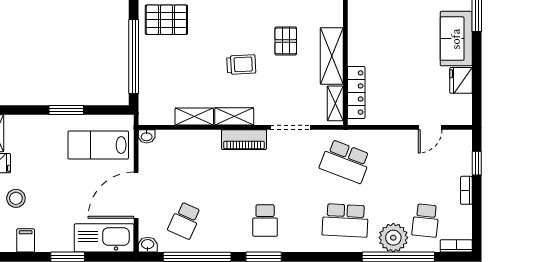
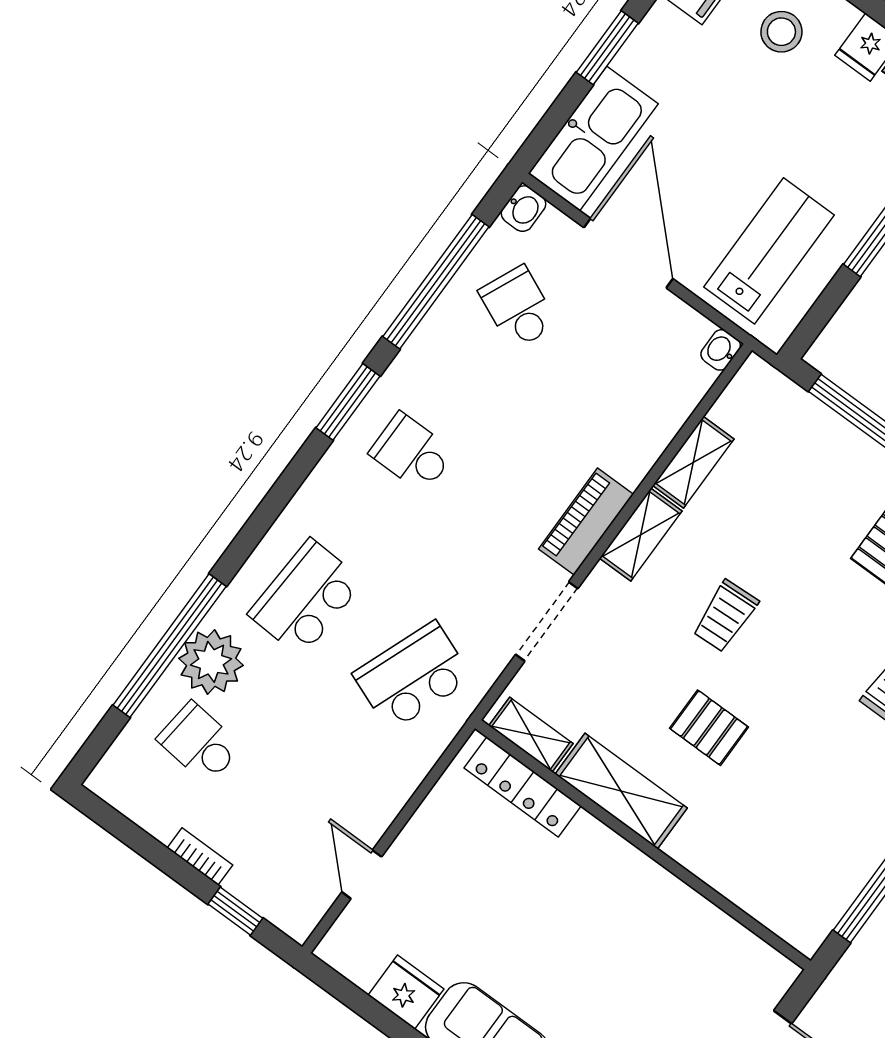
bookcase: (456, 246) -> (113, 765), removed

